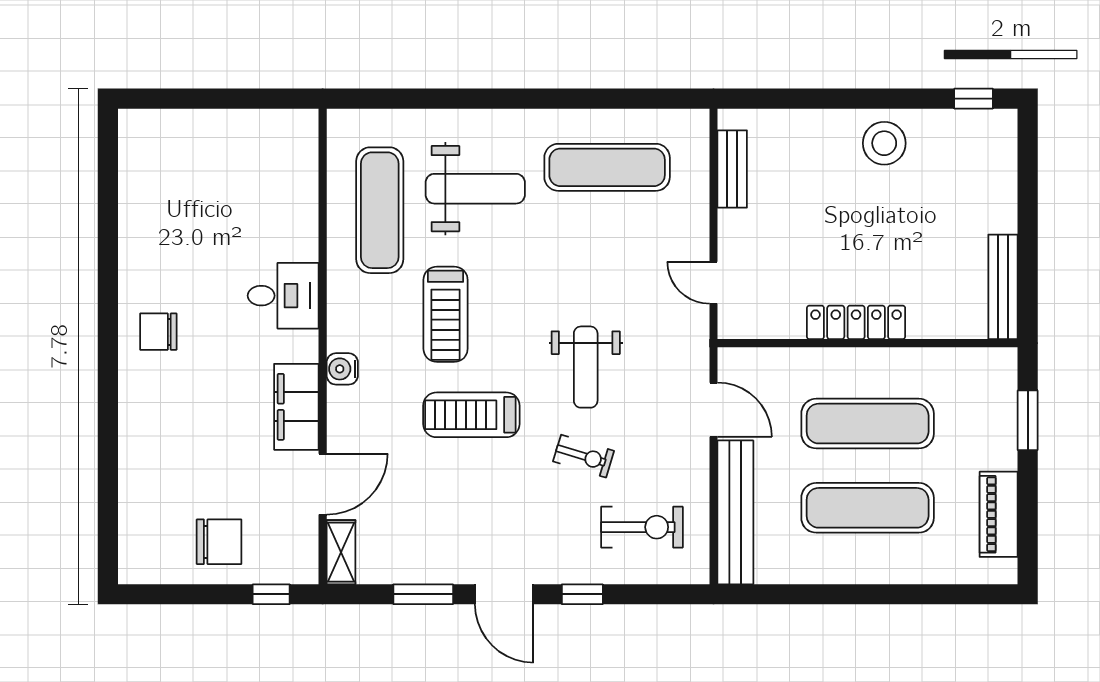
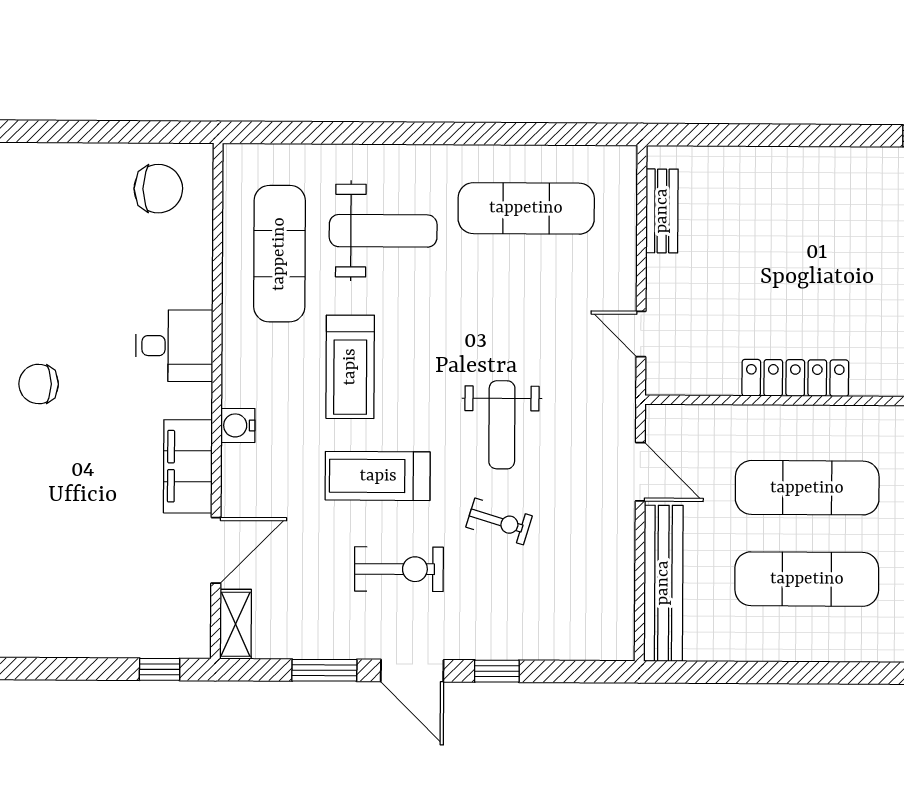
stool: (884, 143) -> (827, 184), removed
exercise bike: (642, 527) -> (399, 569), moved
chair: (219, 542) -> (158, 189), moved

